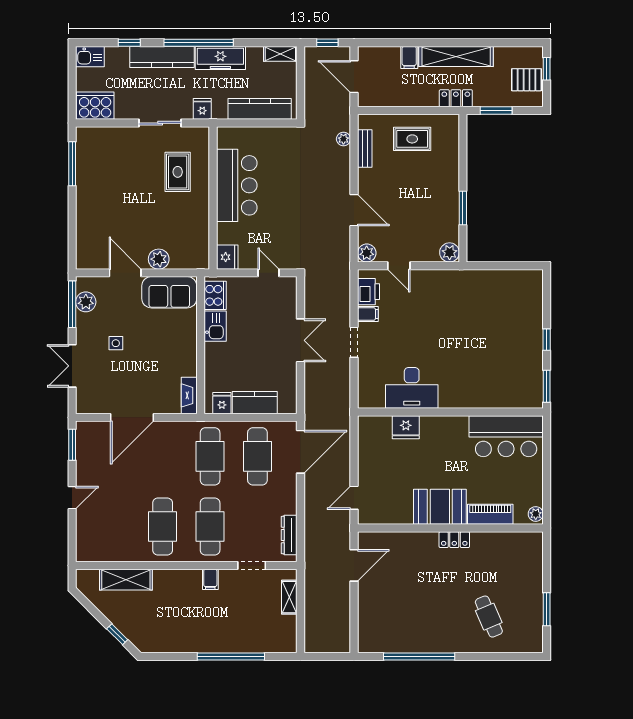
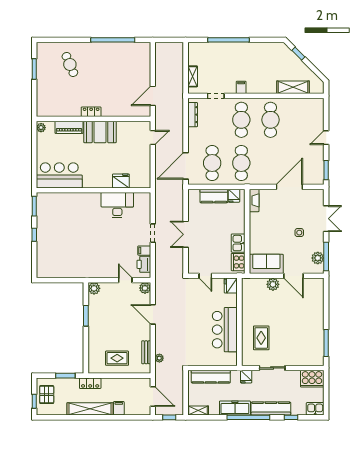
pallet: (527, 80) -> (47, 395), turned 90

